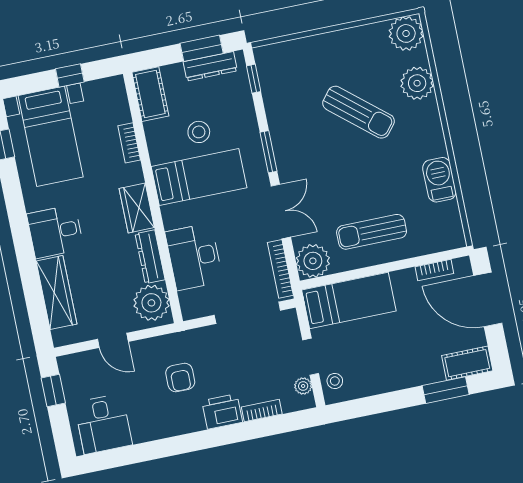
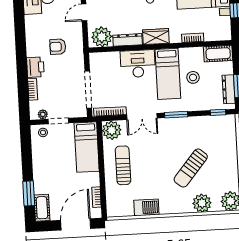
desk: (194, 257) -> (138, 64), moved

